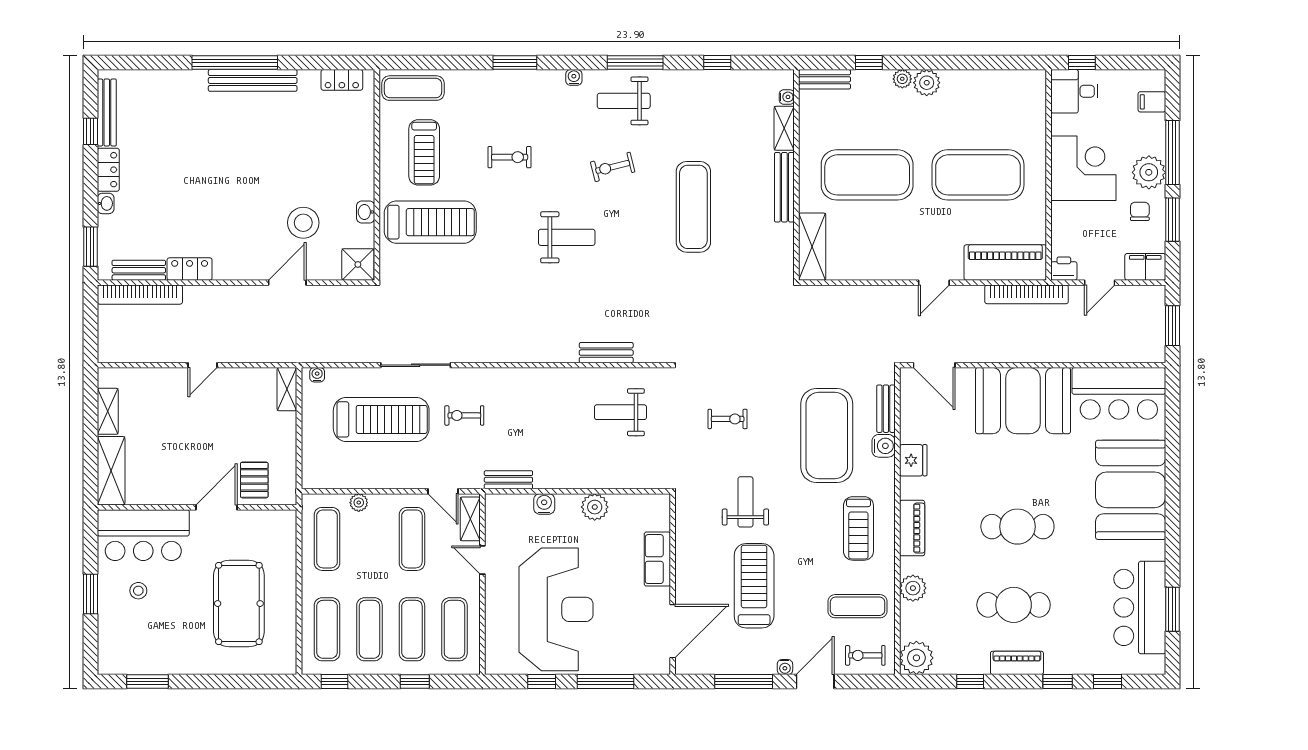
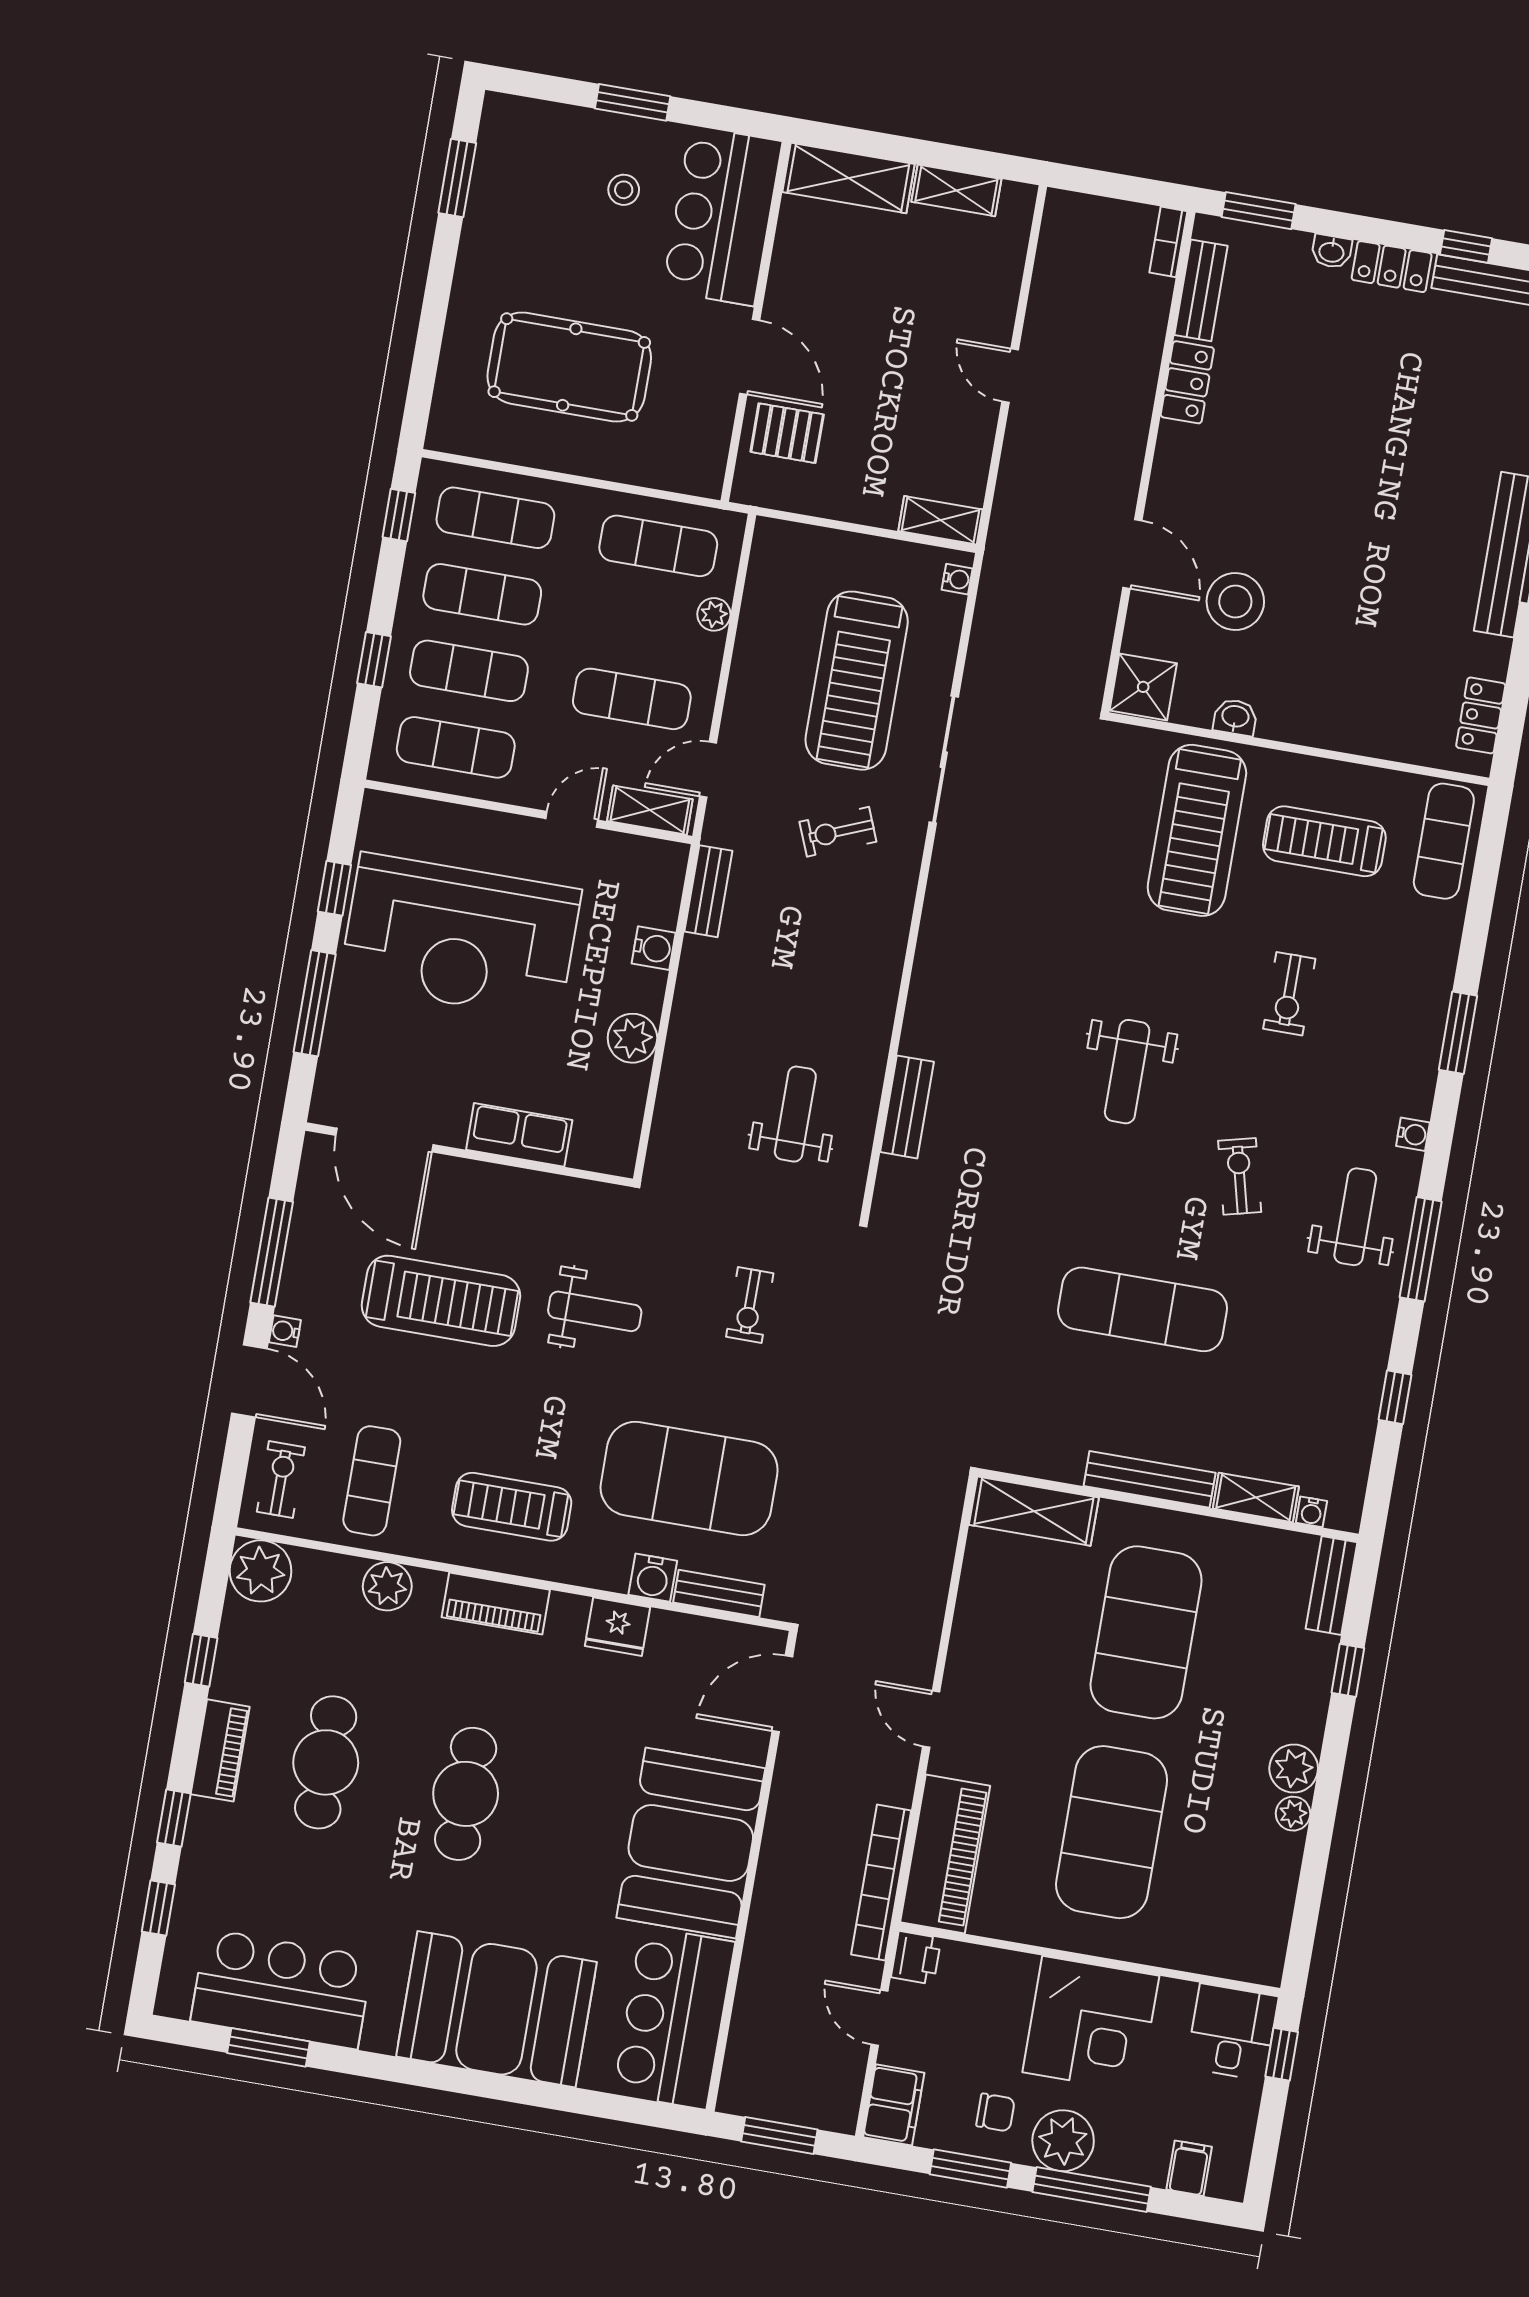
plant: (902, 79) -> (1293, 1814), moved
bookcase: (140, 295) -> (1168, 242), width x0.43, depth x0.76
exercise bike: (464, 415) -> (838, 832), turned -112

